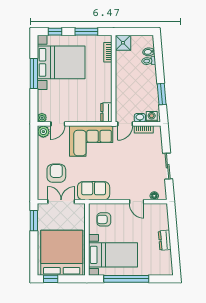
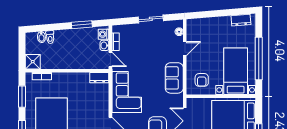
sofa: (94, 191) -> (174, 78), moved
dresser: (165, 240) -> (241, 20), moved

